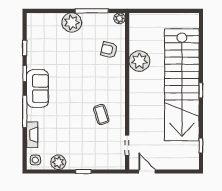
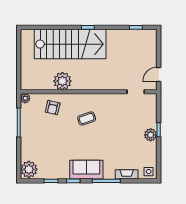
plant: (72, 23) -> (29, 169), moved
stairs: (182, 85) -> (70, 44), width x0.73
coffee table: (101, 114) -> (87, 119), moved
plant: (58, 162) -> (151, 135), moved

